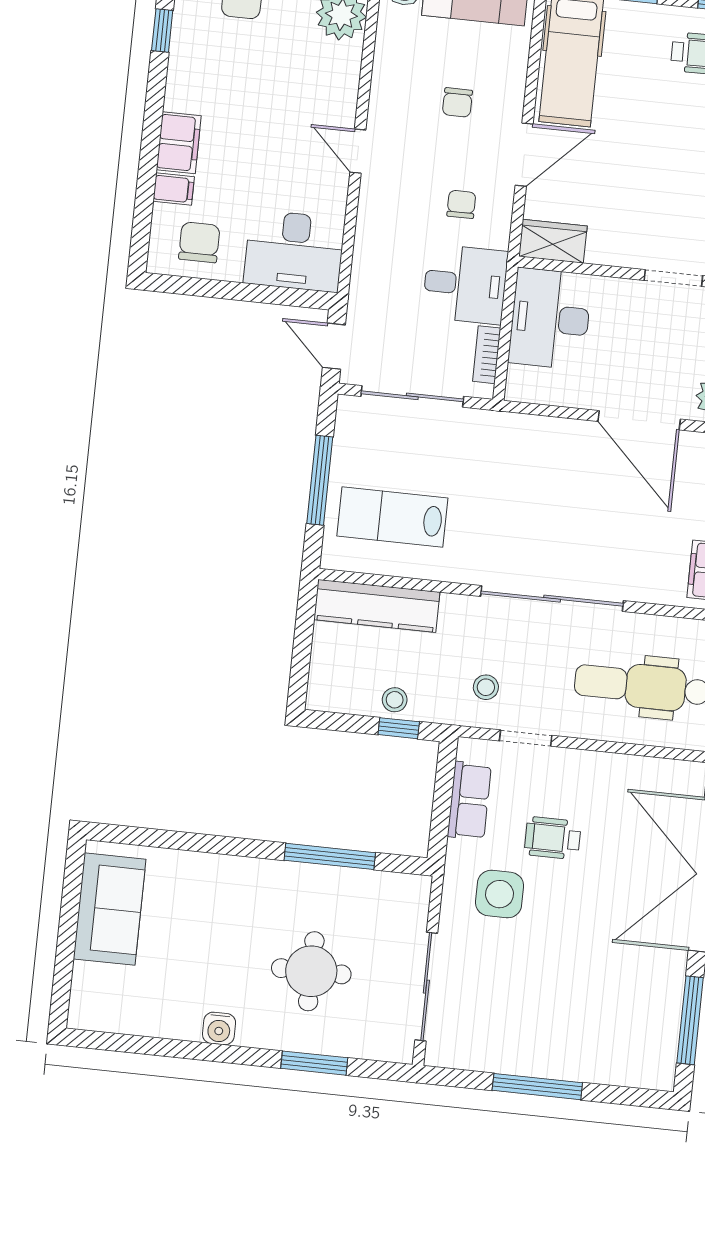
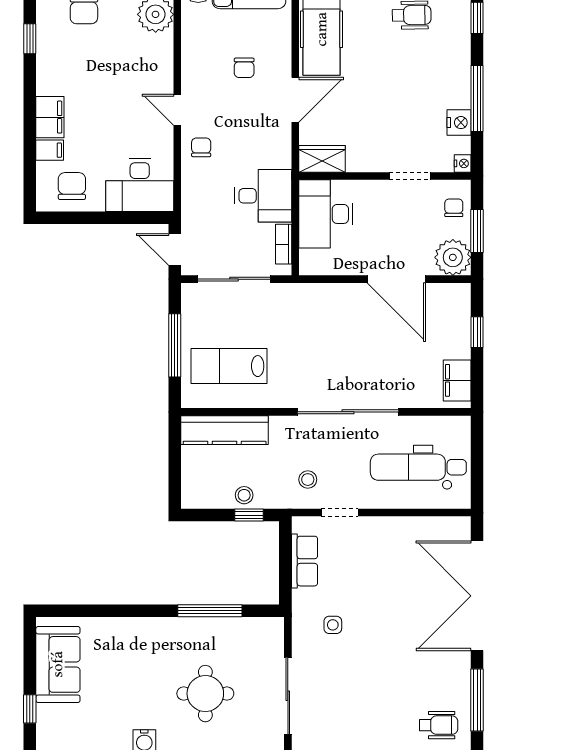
chair: (461, 204) -> (201, 147), moved
wheelchair: (553, 838) -> (438, 725), moved, turned 180
side table: (499, 894) -> (333, 625), width x0.54, depth x0.54
window: (64, 967) -> (30, 709), added

